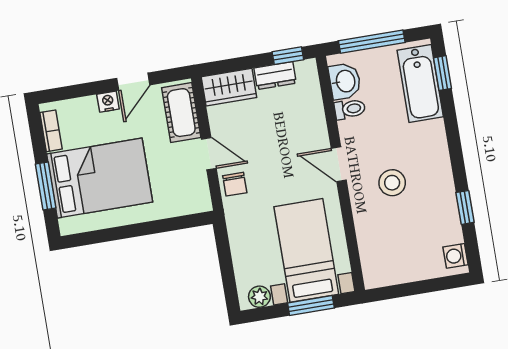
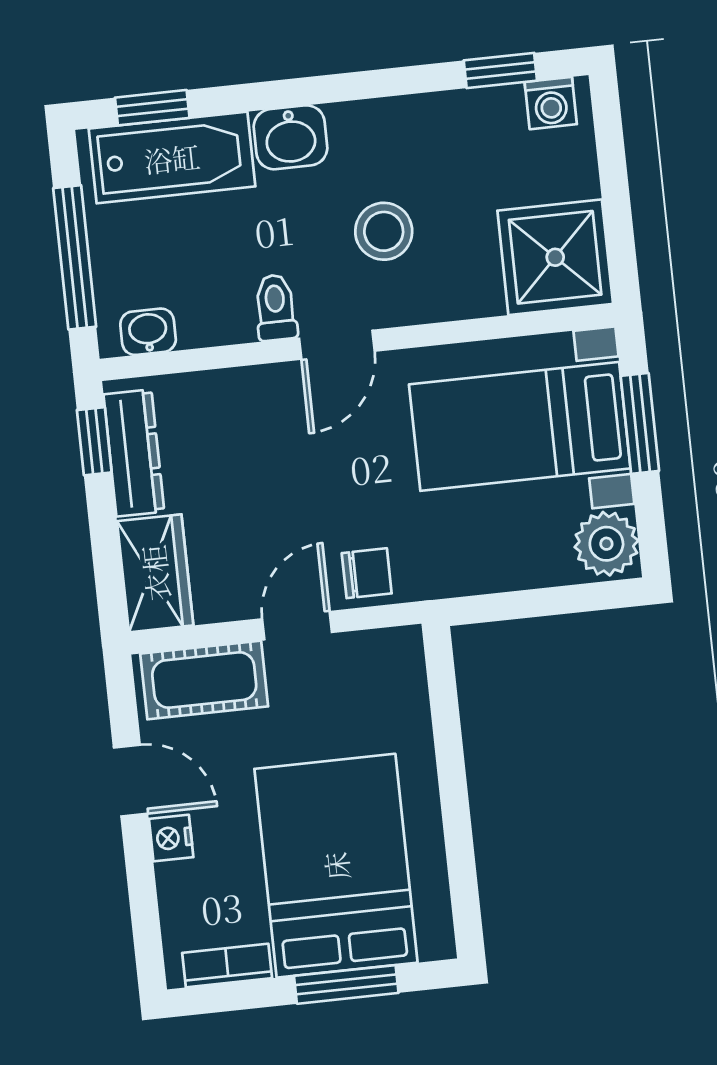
dresser: (275, 76) -> (134, 453), width x1.44
washbasin: (345, 81) -> (148, 332), width x0.72, depth x0.69
toilet: (350, 109) -> (276, 308), moved
washbasin: (433, 137) -> (291, 137), added
window: (465, 207) -> (500, 70), moved
shower: (385, 262) -> (555, 257), added
plant: (259, 297) -> (606, 544), width x1.38, depth x1.38

